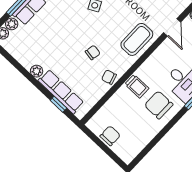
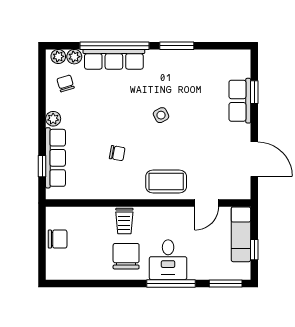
chair: (109, 77) -> (66, 83), moved

